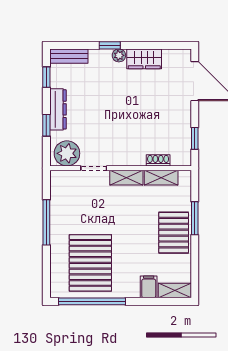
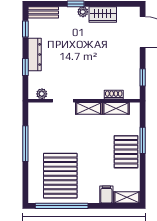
plant: (67, 153) -> (42, 94), width x0.53, depth x0.53

